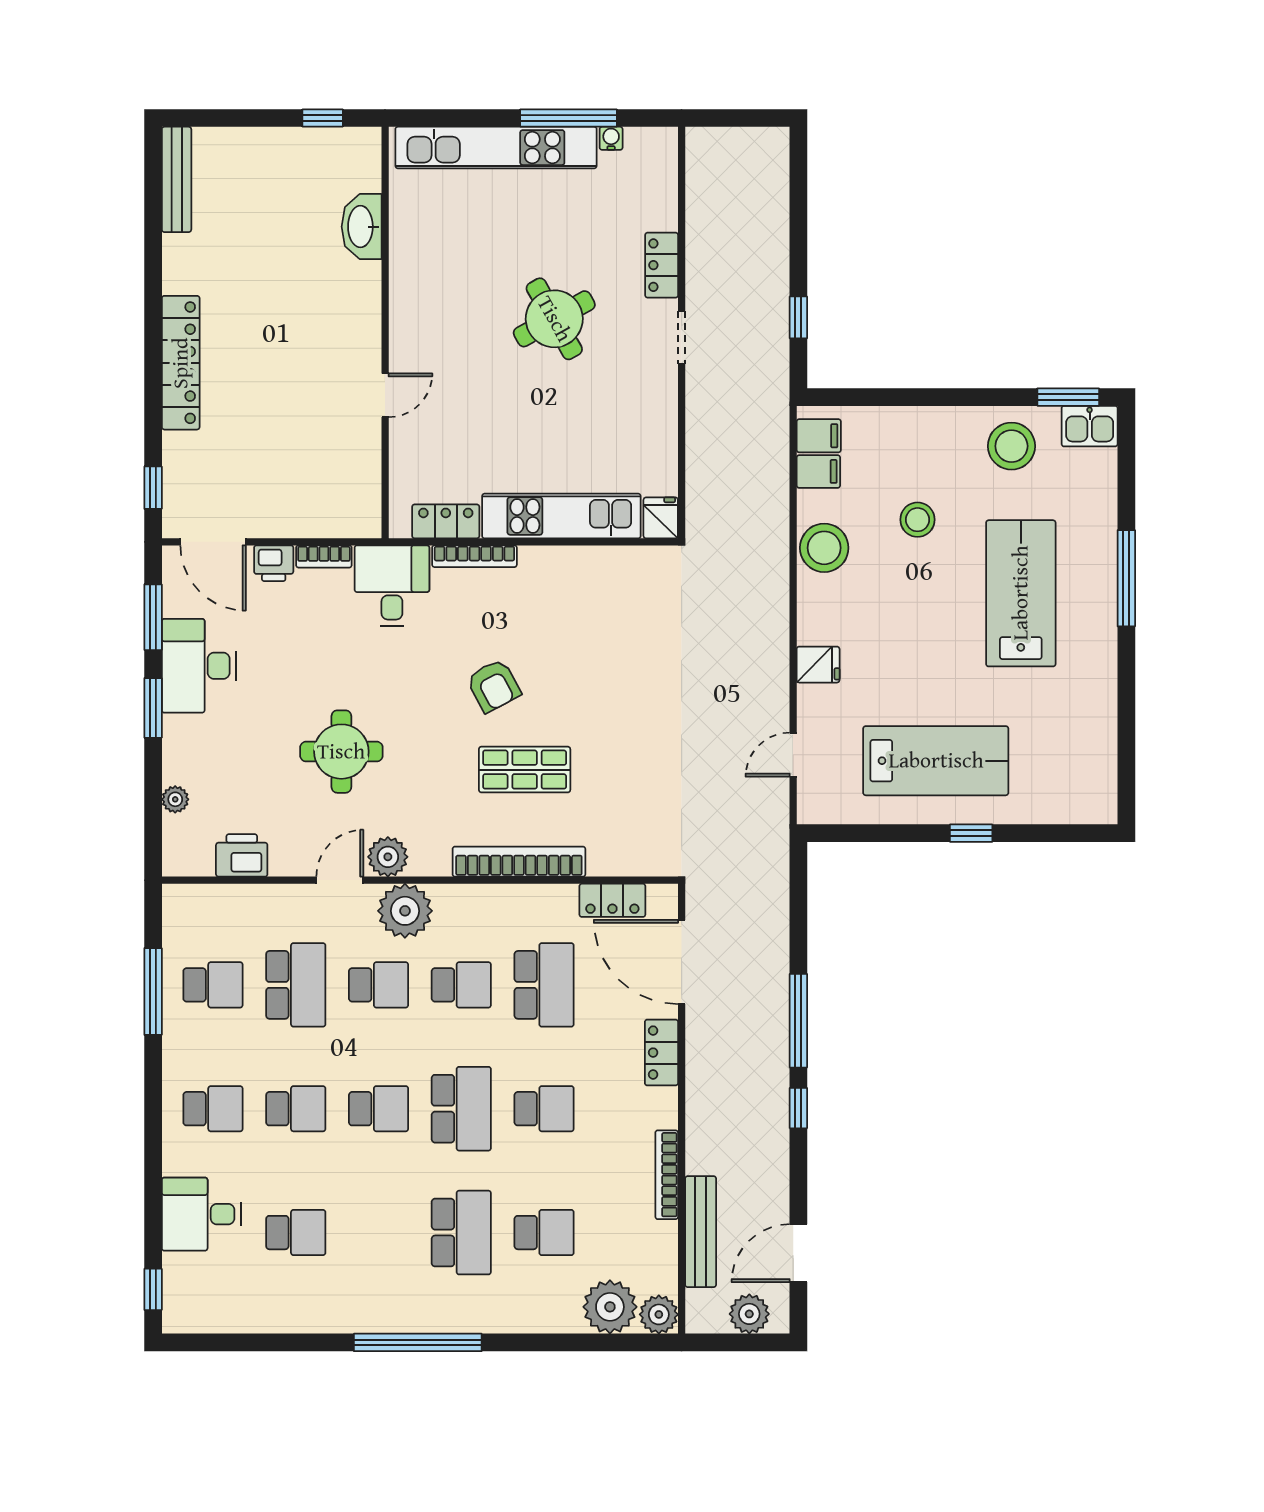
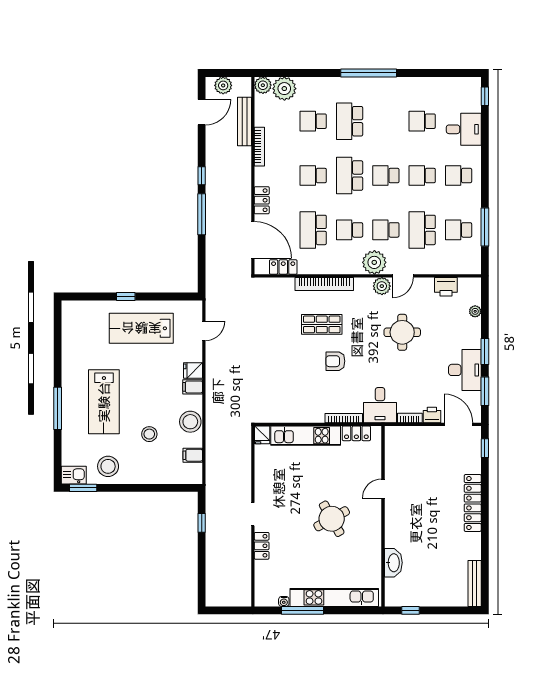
round table: (554, 319) -> (332, 519), moved
filing cabinet: (819, 436) -> (193, 387), moved
armchair: (494, 686) -> (335, 361), turned -62

